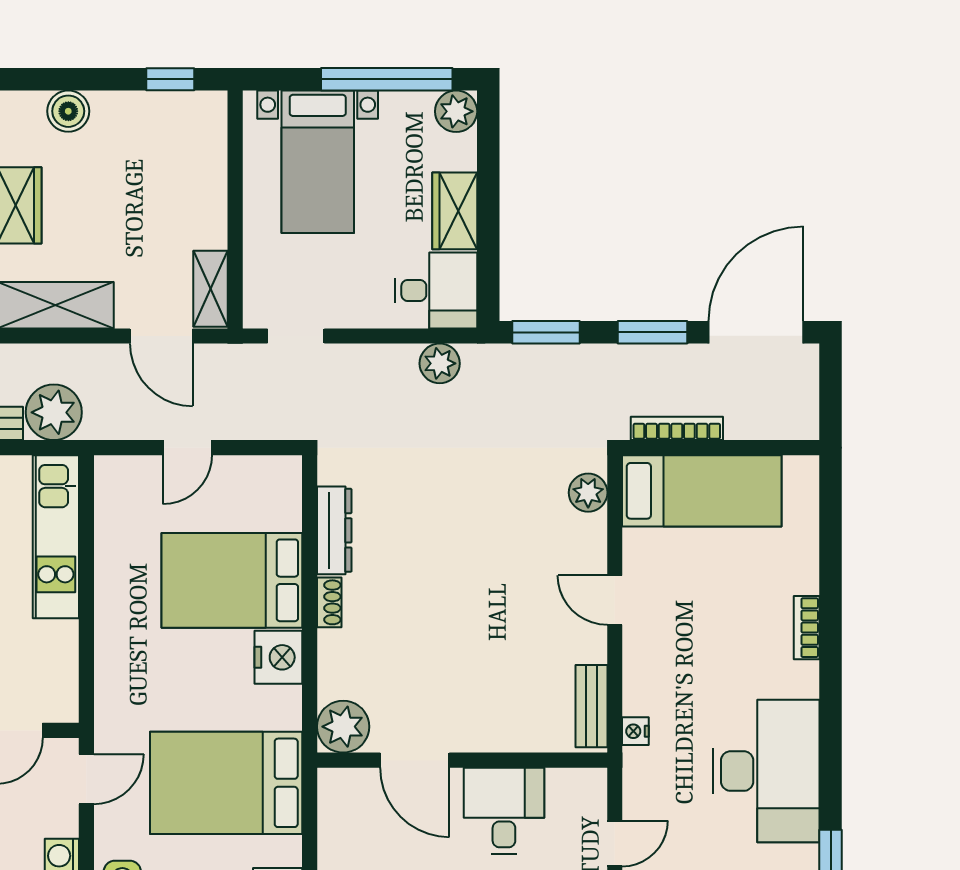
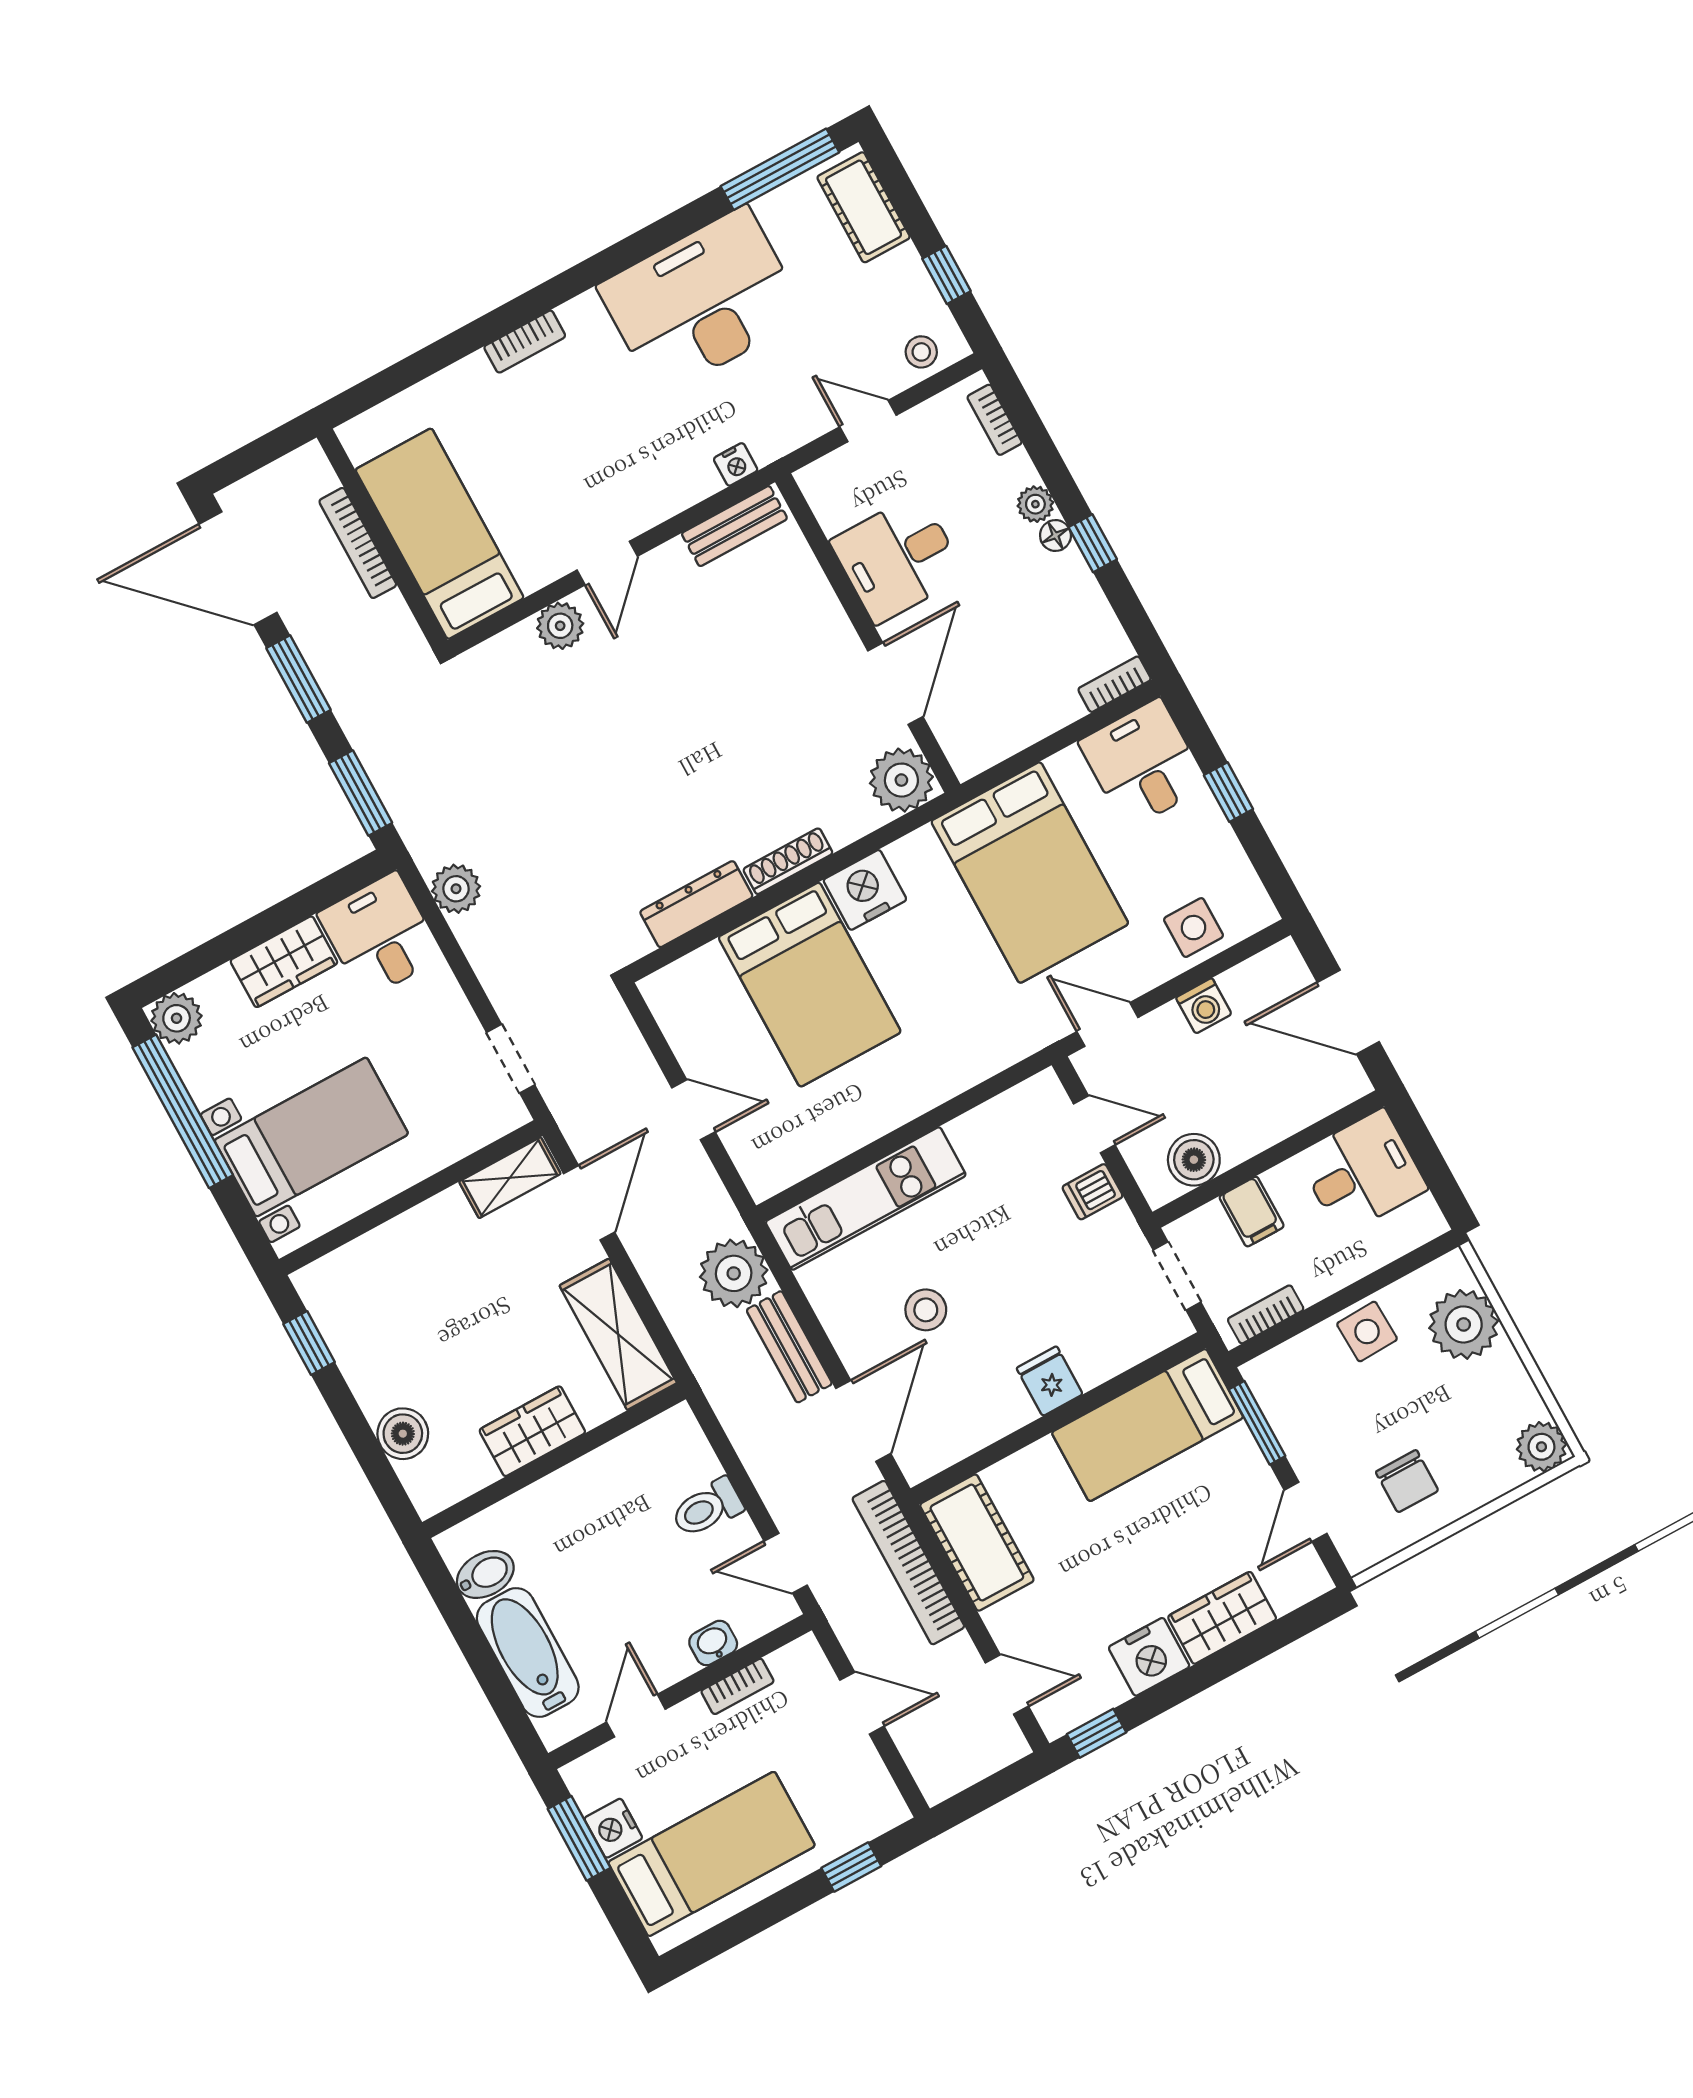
bookcase: (677, 428) -> (358, 543), moved
plant: (588, 493) -> (560, 626), moved
shoe rack: (329, 602) -> (788, 861), width x1.43

